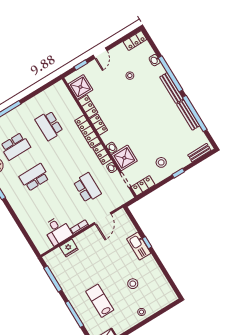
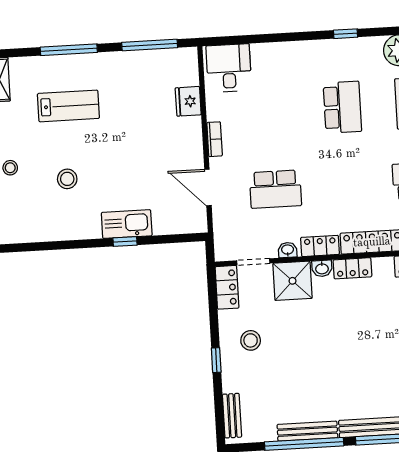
locker: (98, 125) -> (352, 268), moved
desk: (57, 231) -> (229, 68), moved, turned 90

